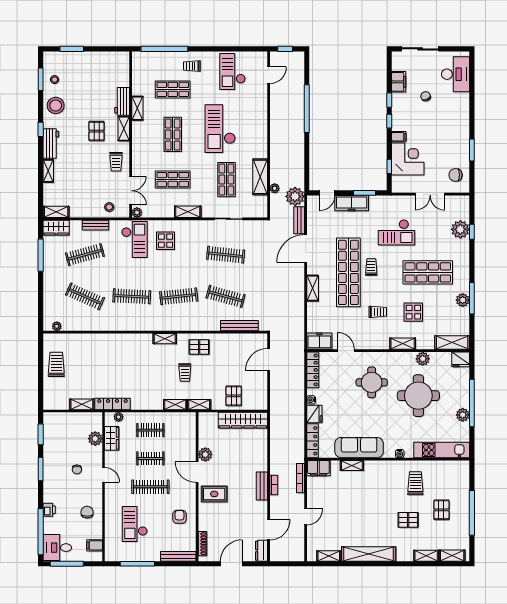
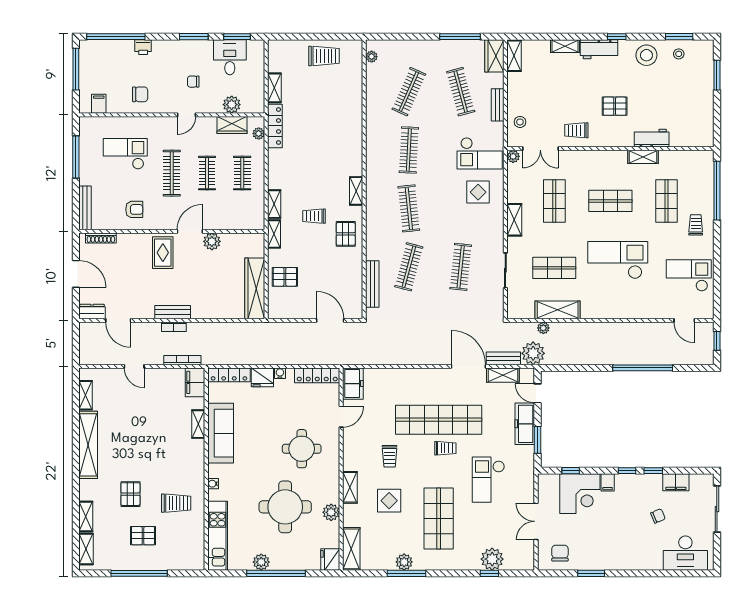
shelving: (124, 129) -> (618, 140), removed
shelving: (313, 288) -> (503, 375), moved
desk: (57, 548) -> (230, 57), moved

